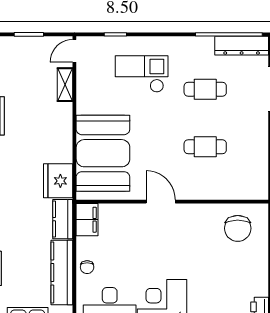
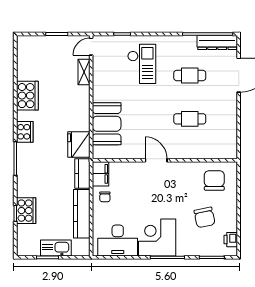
checkout: (142, 74) -> (142, 64), turned 90
booth: (103, 153) -> (107, 124), width x0.73, depth x0.70
chair: (238, 228) -> (214, 180), turned 180
chair: (87, 267) -> (105, 197), moved
chair: (225, 277) -> (205, 217), added

